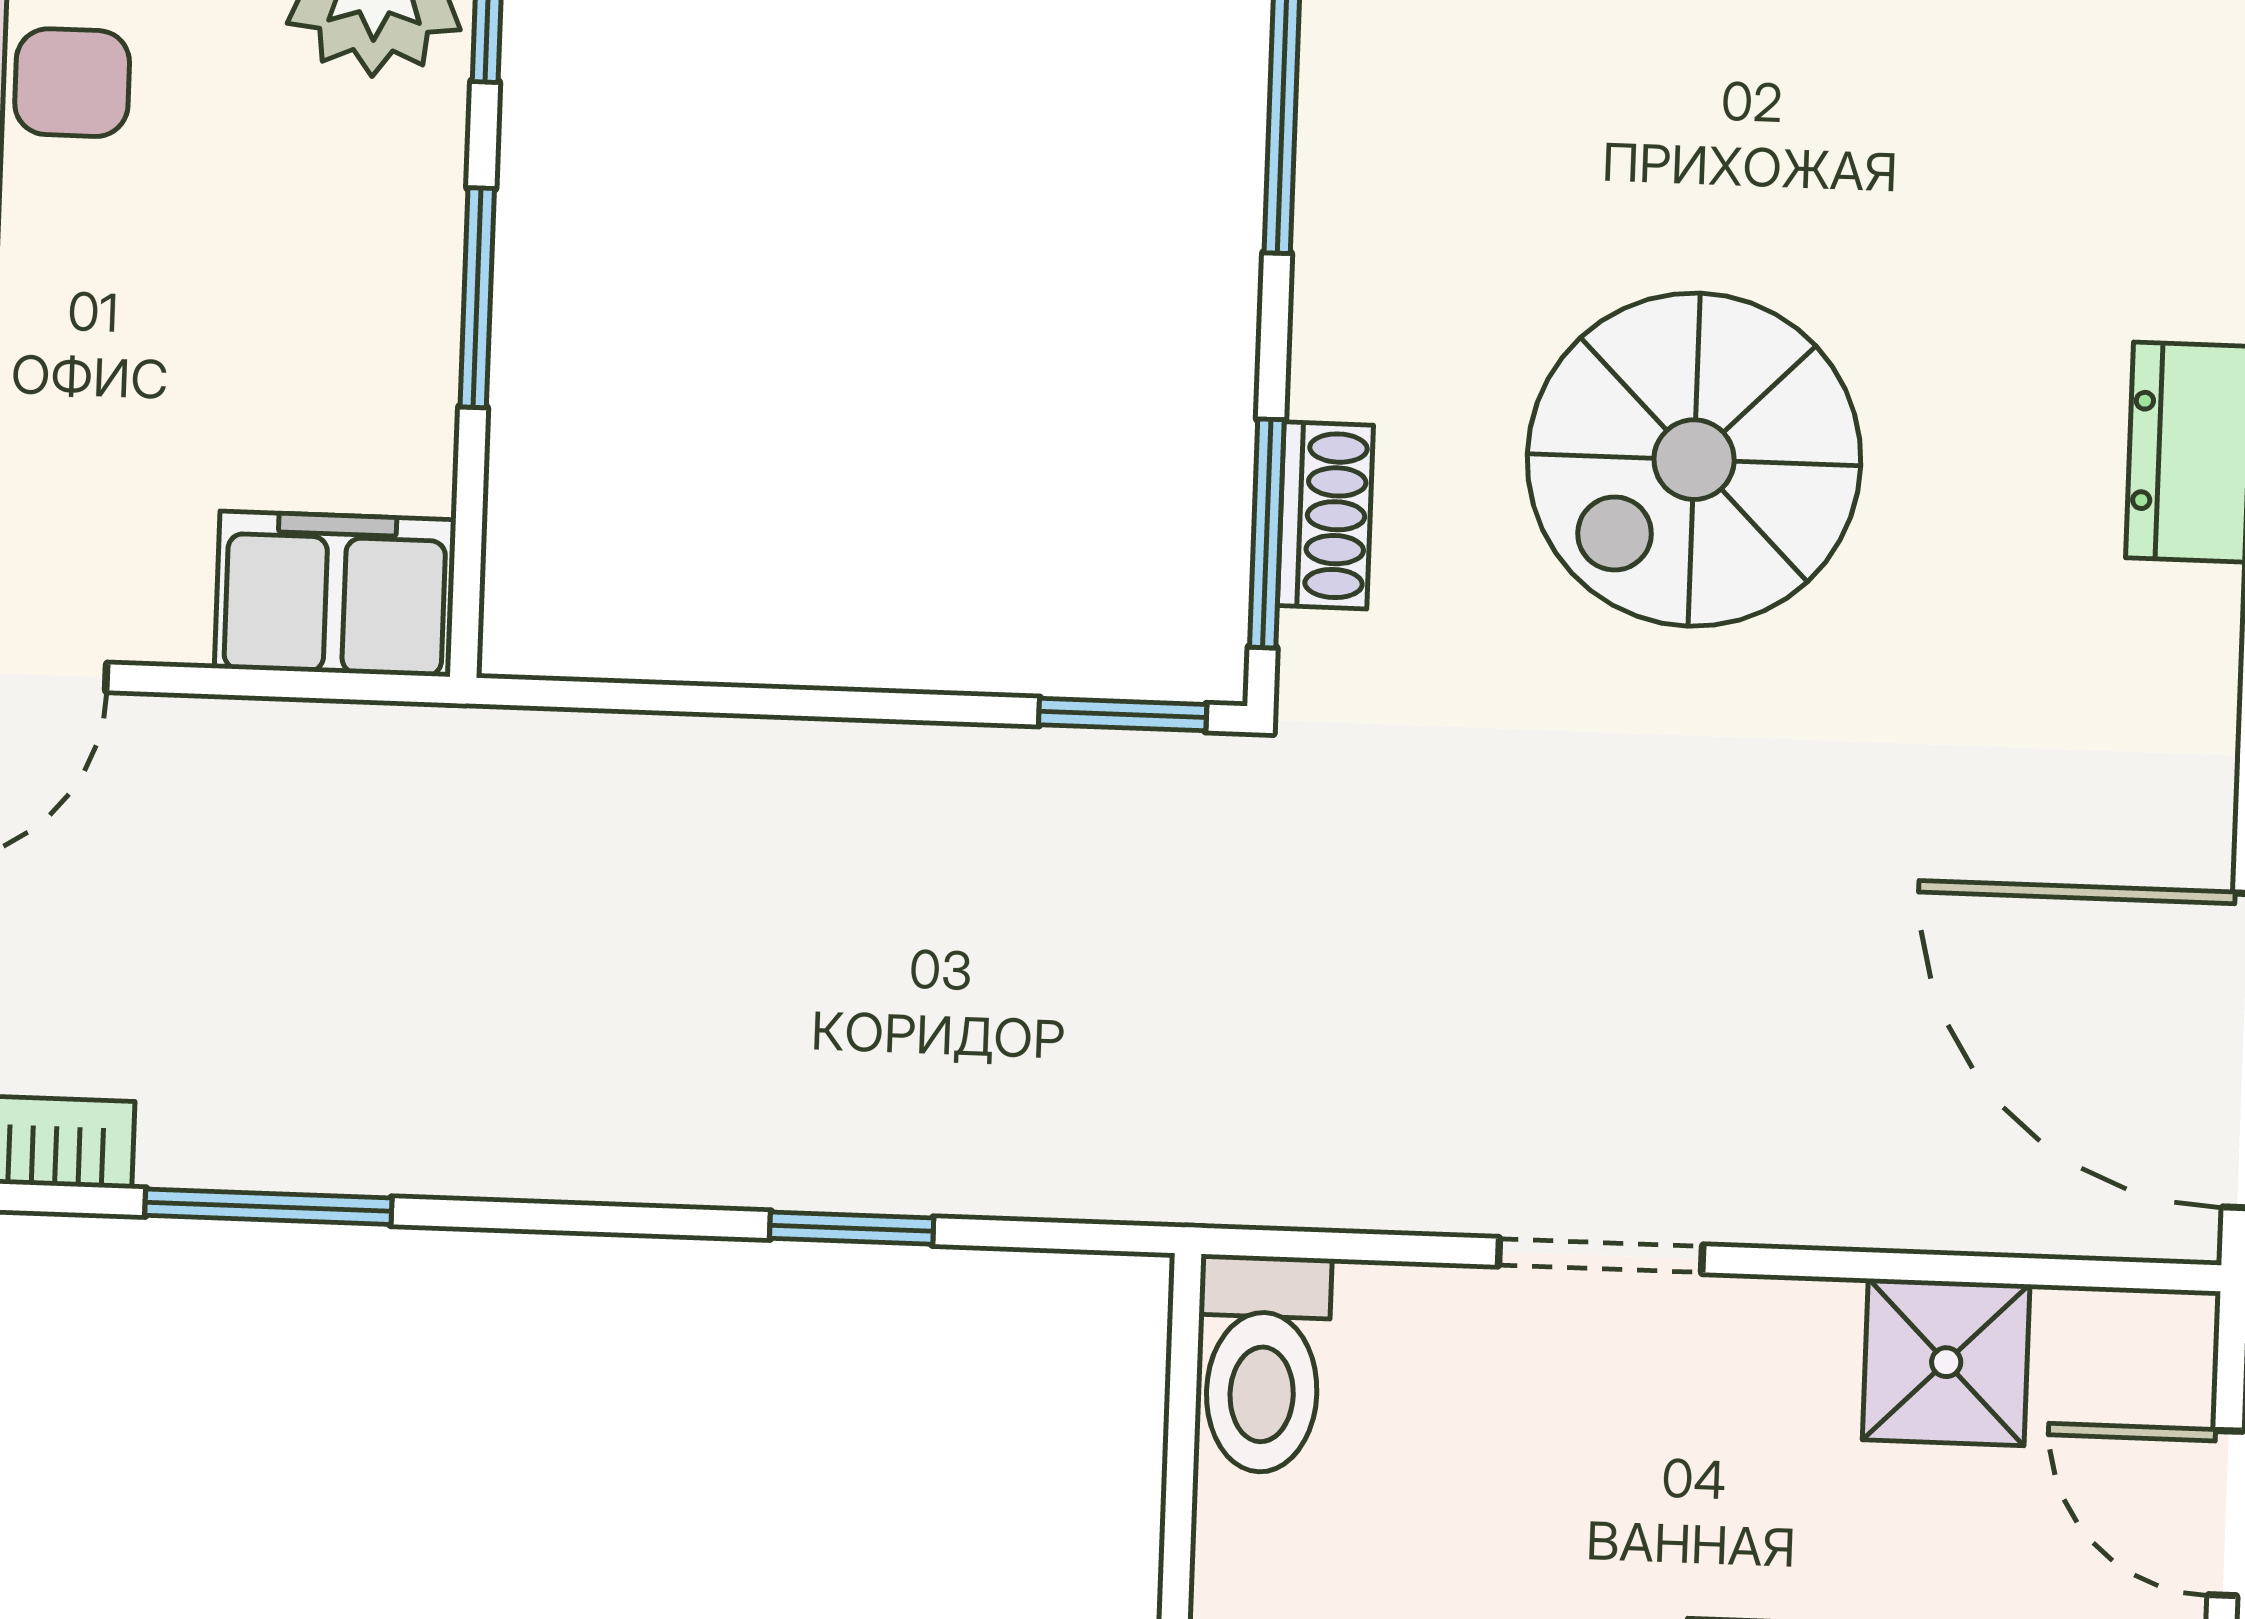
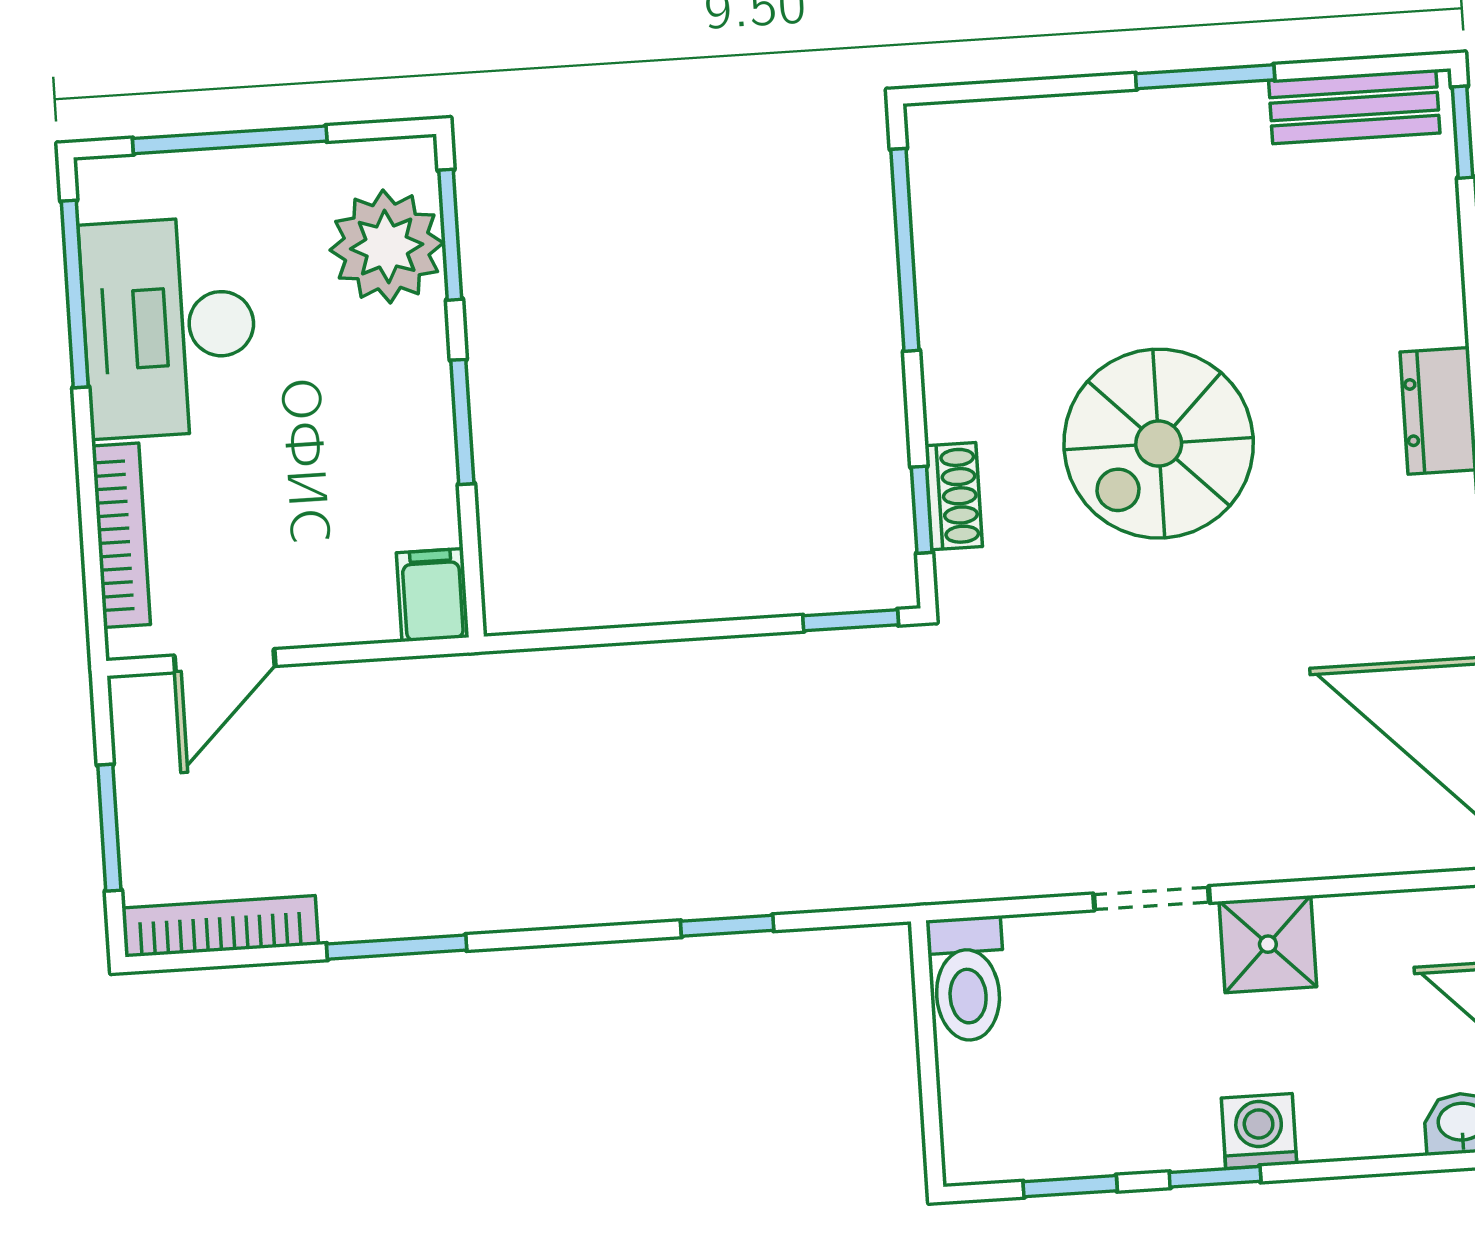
window: (1267, 533) -> (922, 510), width x0.67
filing cabinet: (335, 594) -> (433, 595), width x0.50
shower: (1946, 1362) -> (1268, 944), moved

